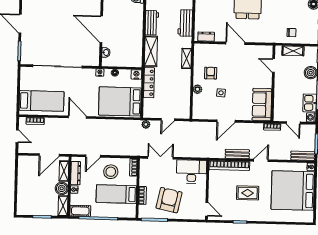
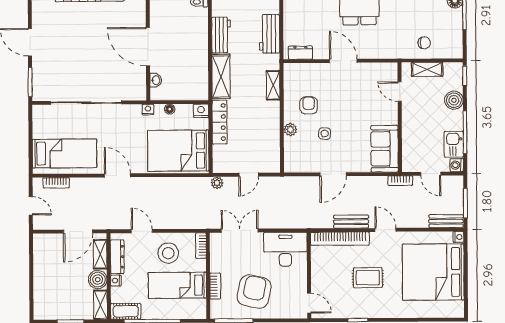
door: (93, 156) -> (142, 231), swing flipped
door: (261, 160) -> (386, 230), hinge flipped

